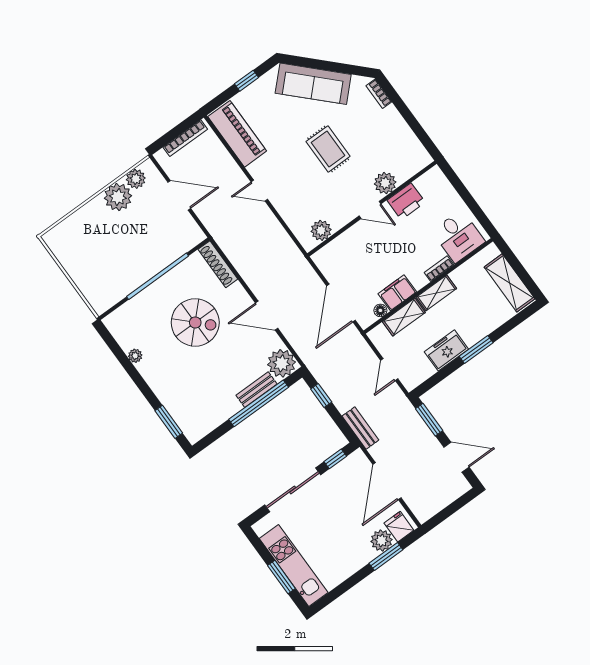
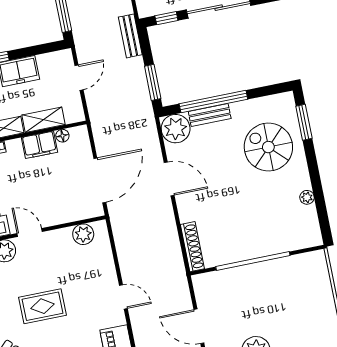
rug: (328, 149) -> (43, 306), turned 90
door: (341, 303) -> (100, 180), moved
spiral stairs: (195, 322) -> (268, 147), moved
window: (321, 395) -> (153, 82), width x1.50

